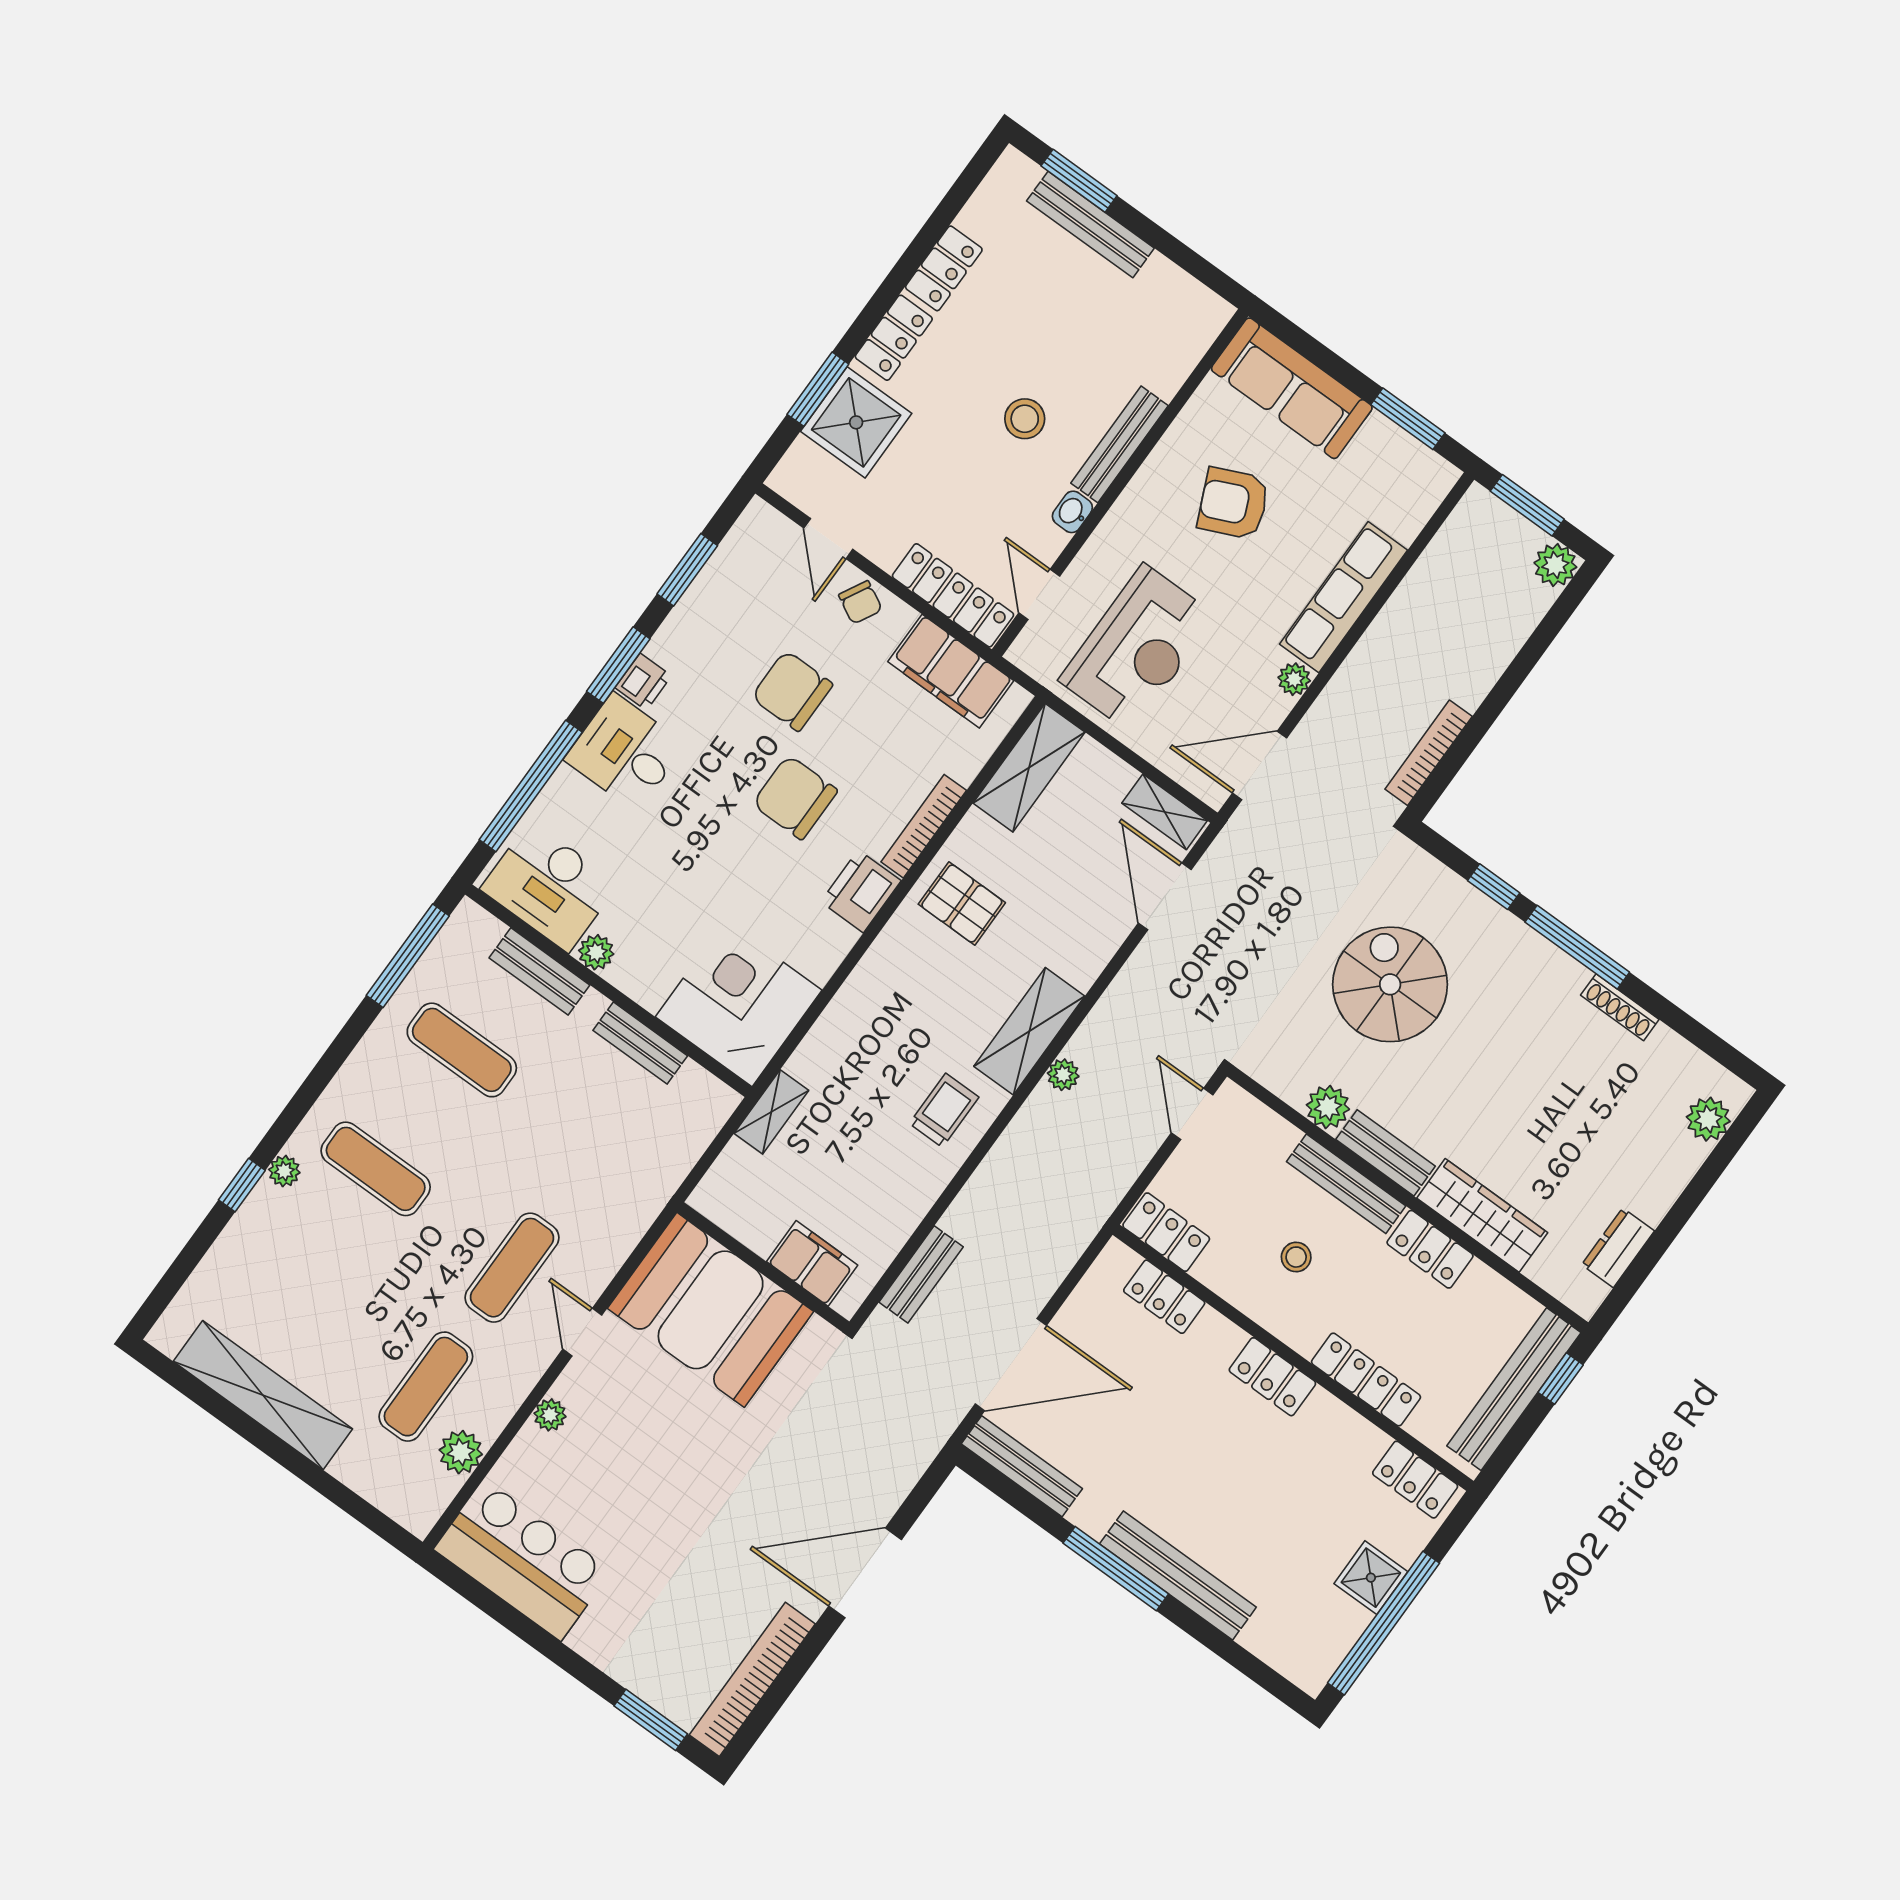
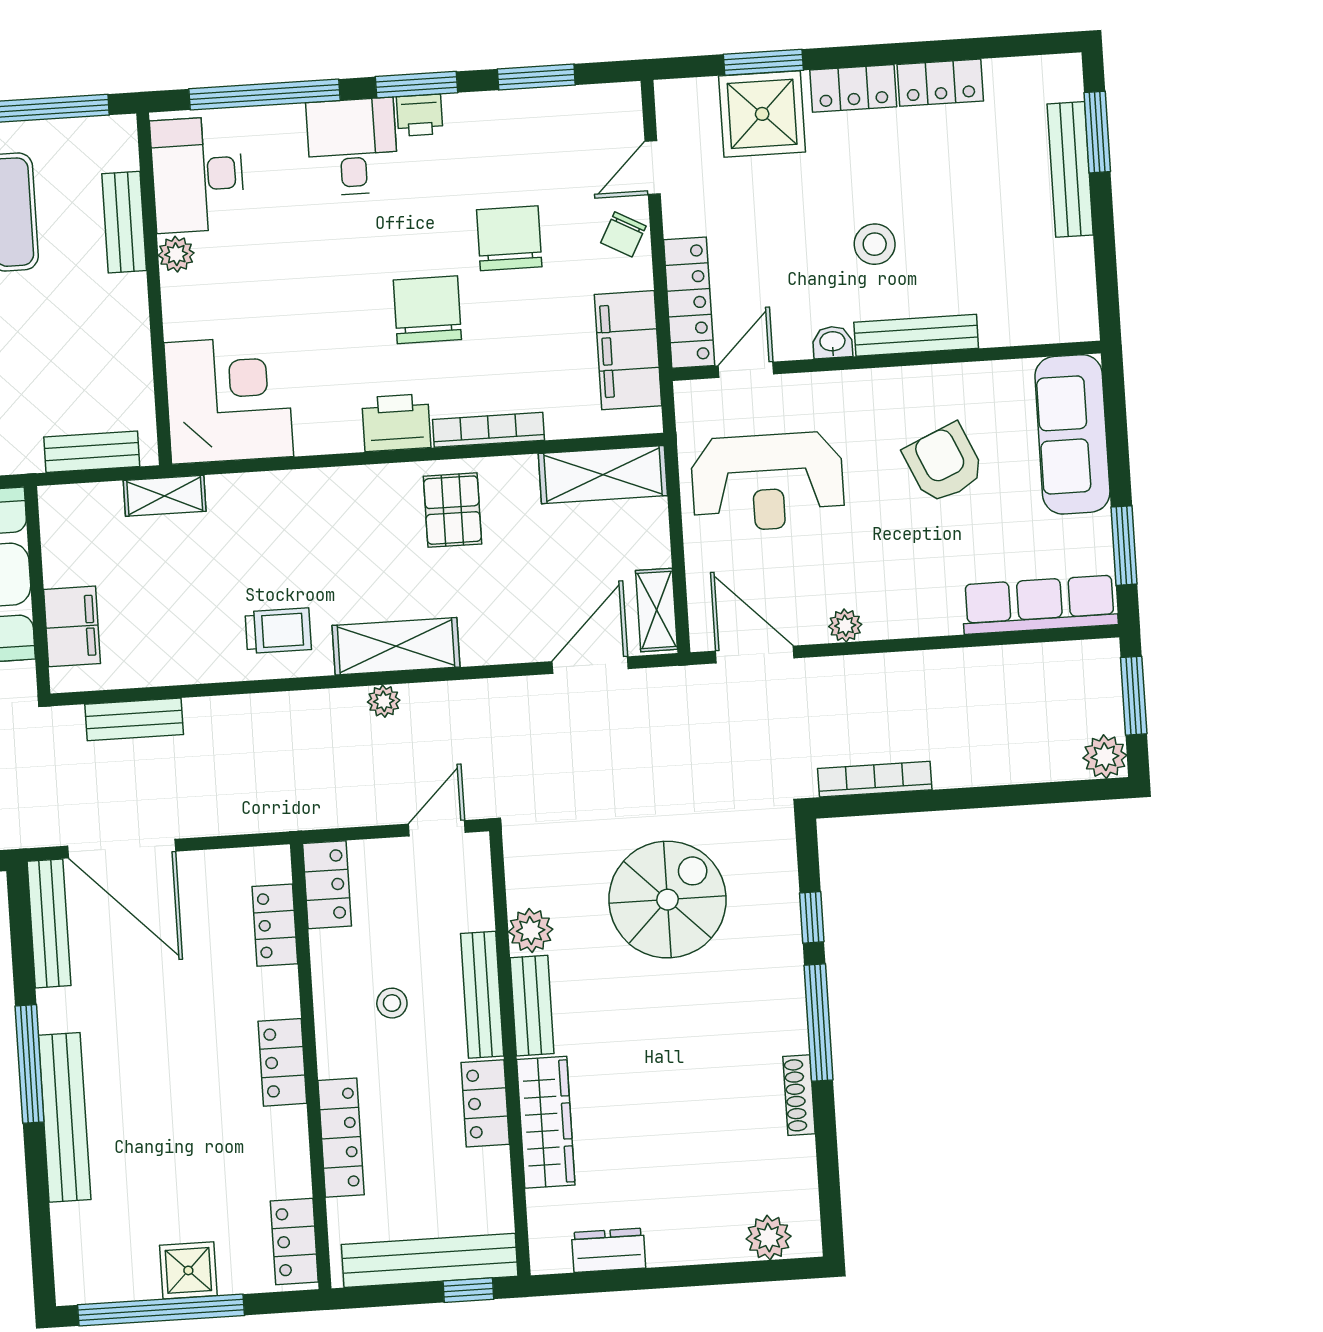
row of seats: (1343, 597) -> (1040, 605), moved
bench: (640, 1043) -> (92, 452), moved, turned 90

